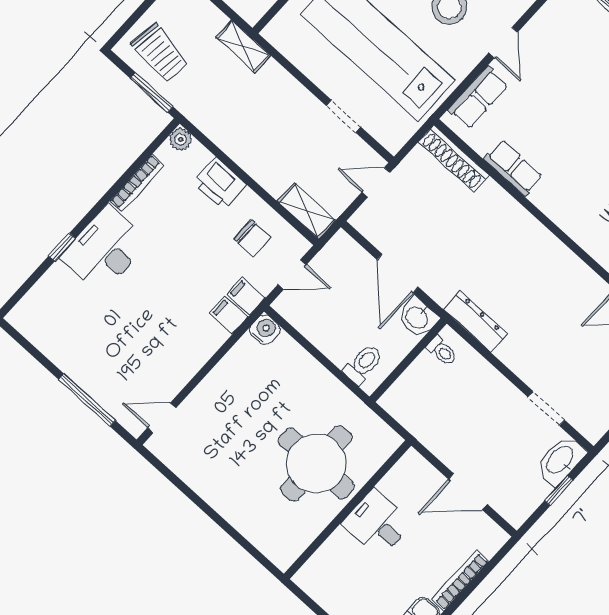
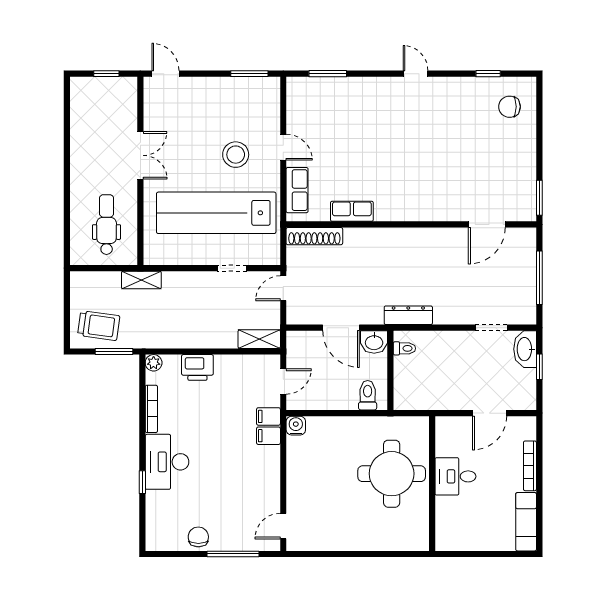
chair: (252, 238) -> (198, 537), moved, turned -90

